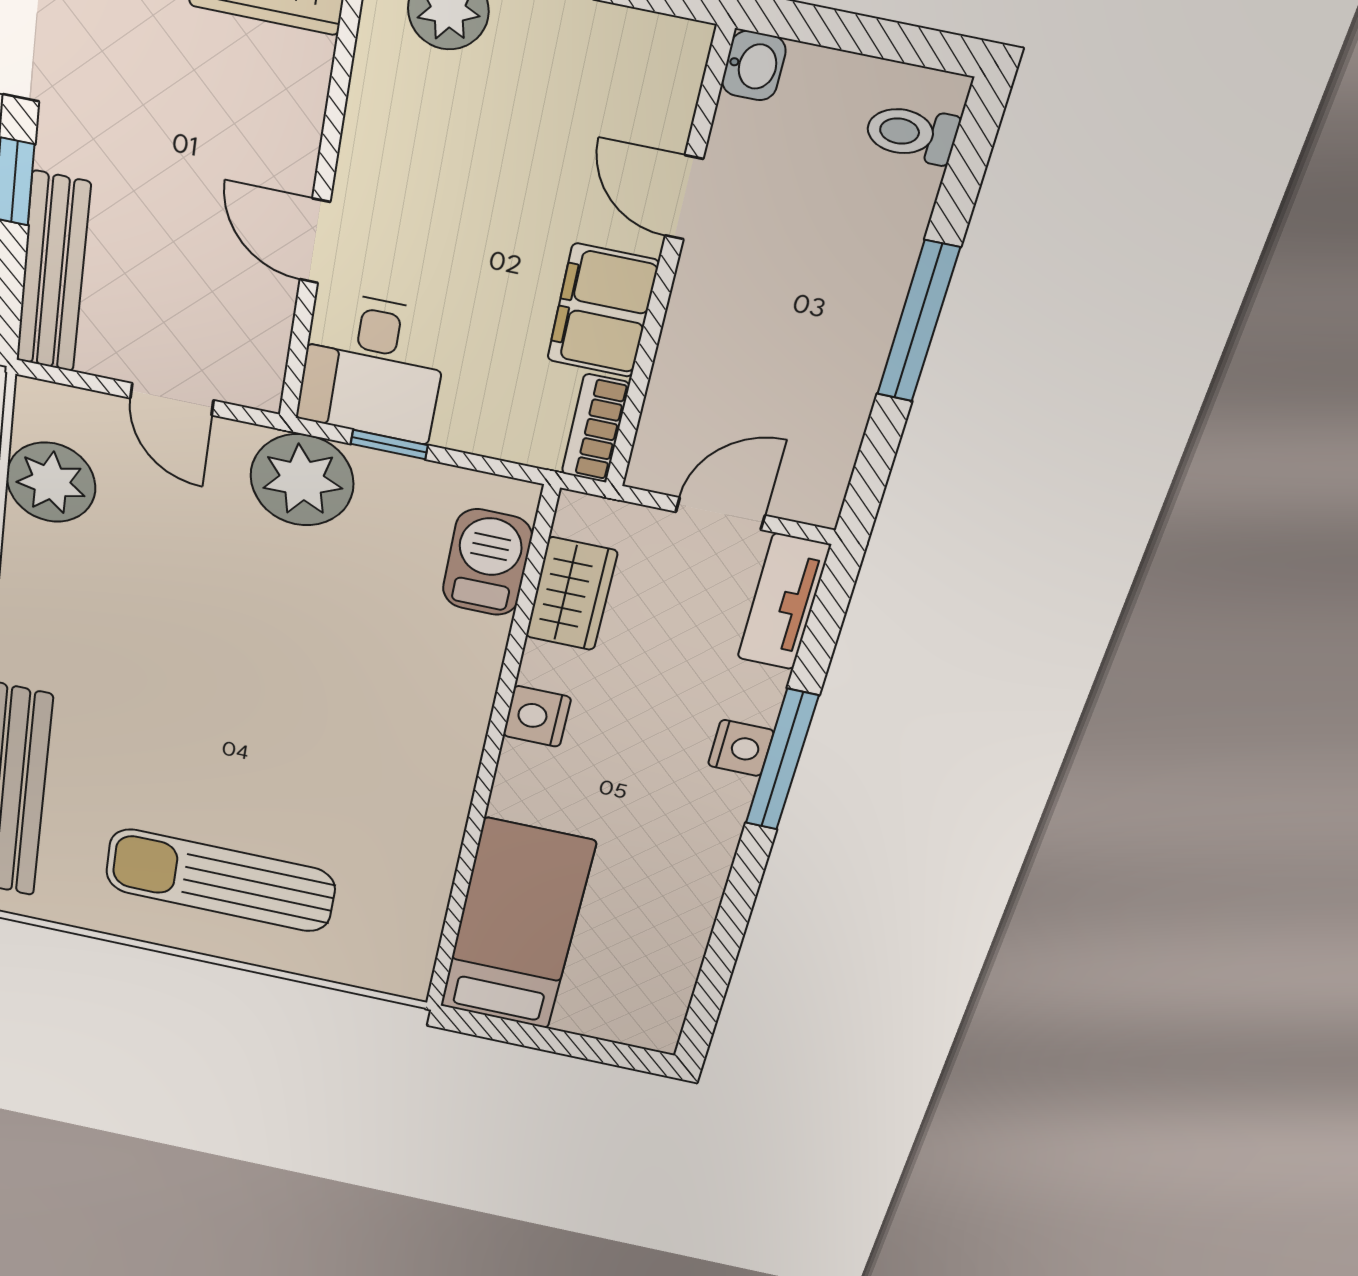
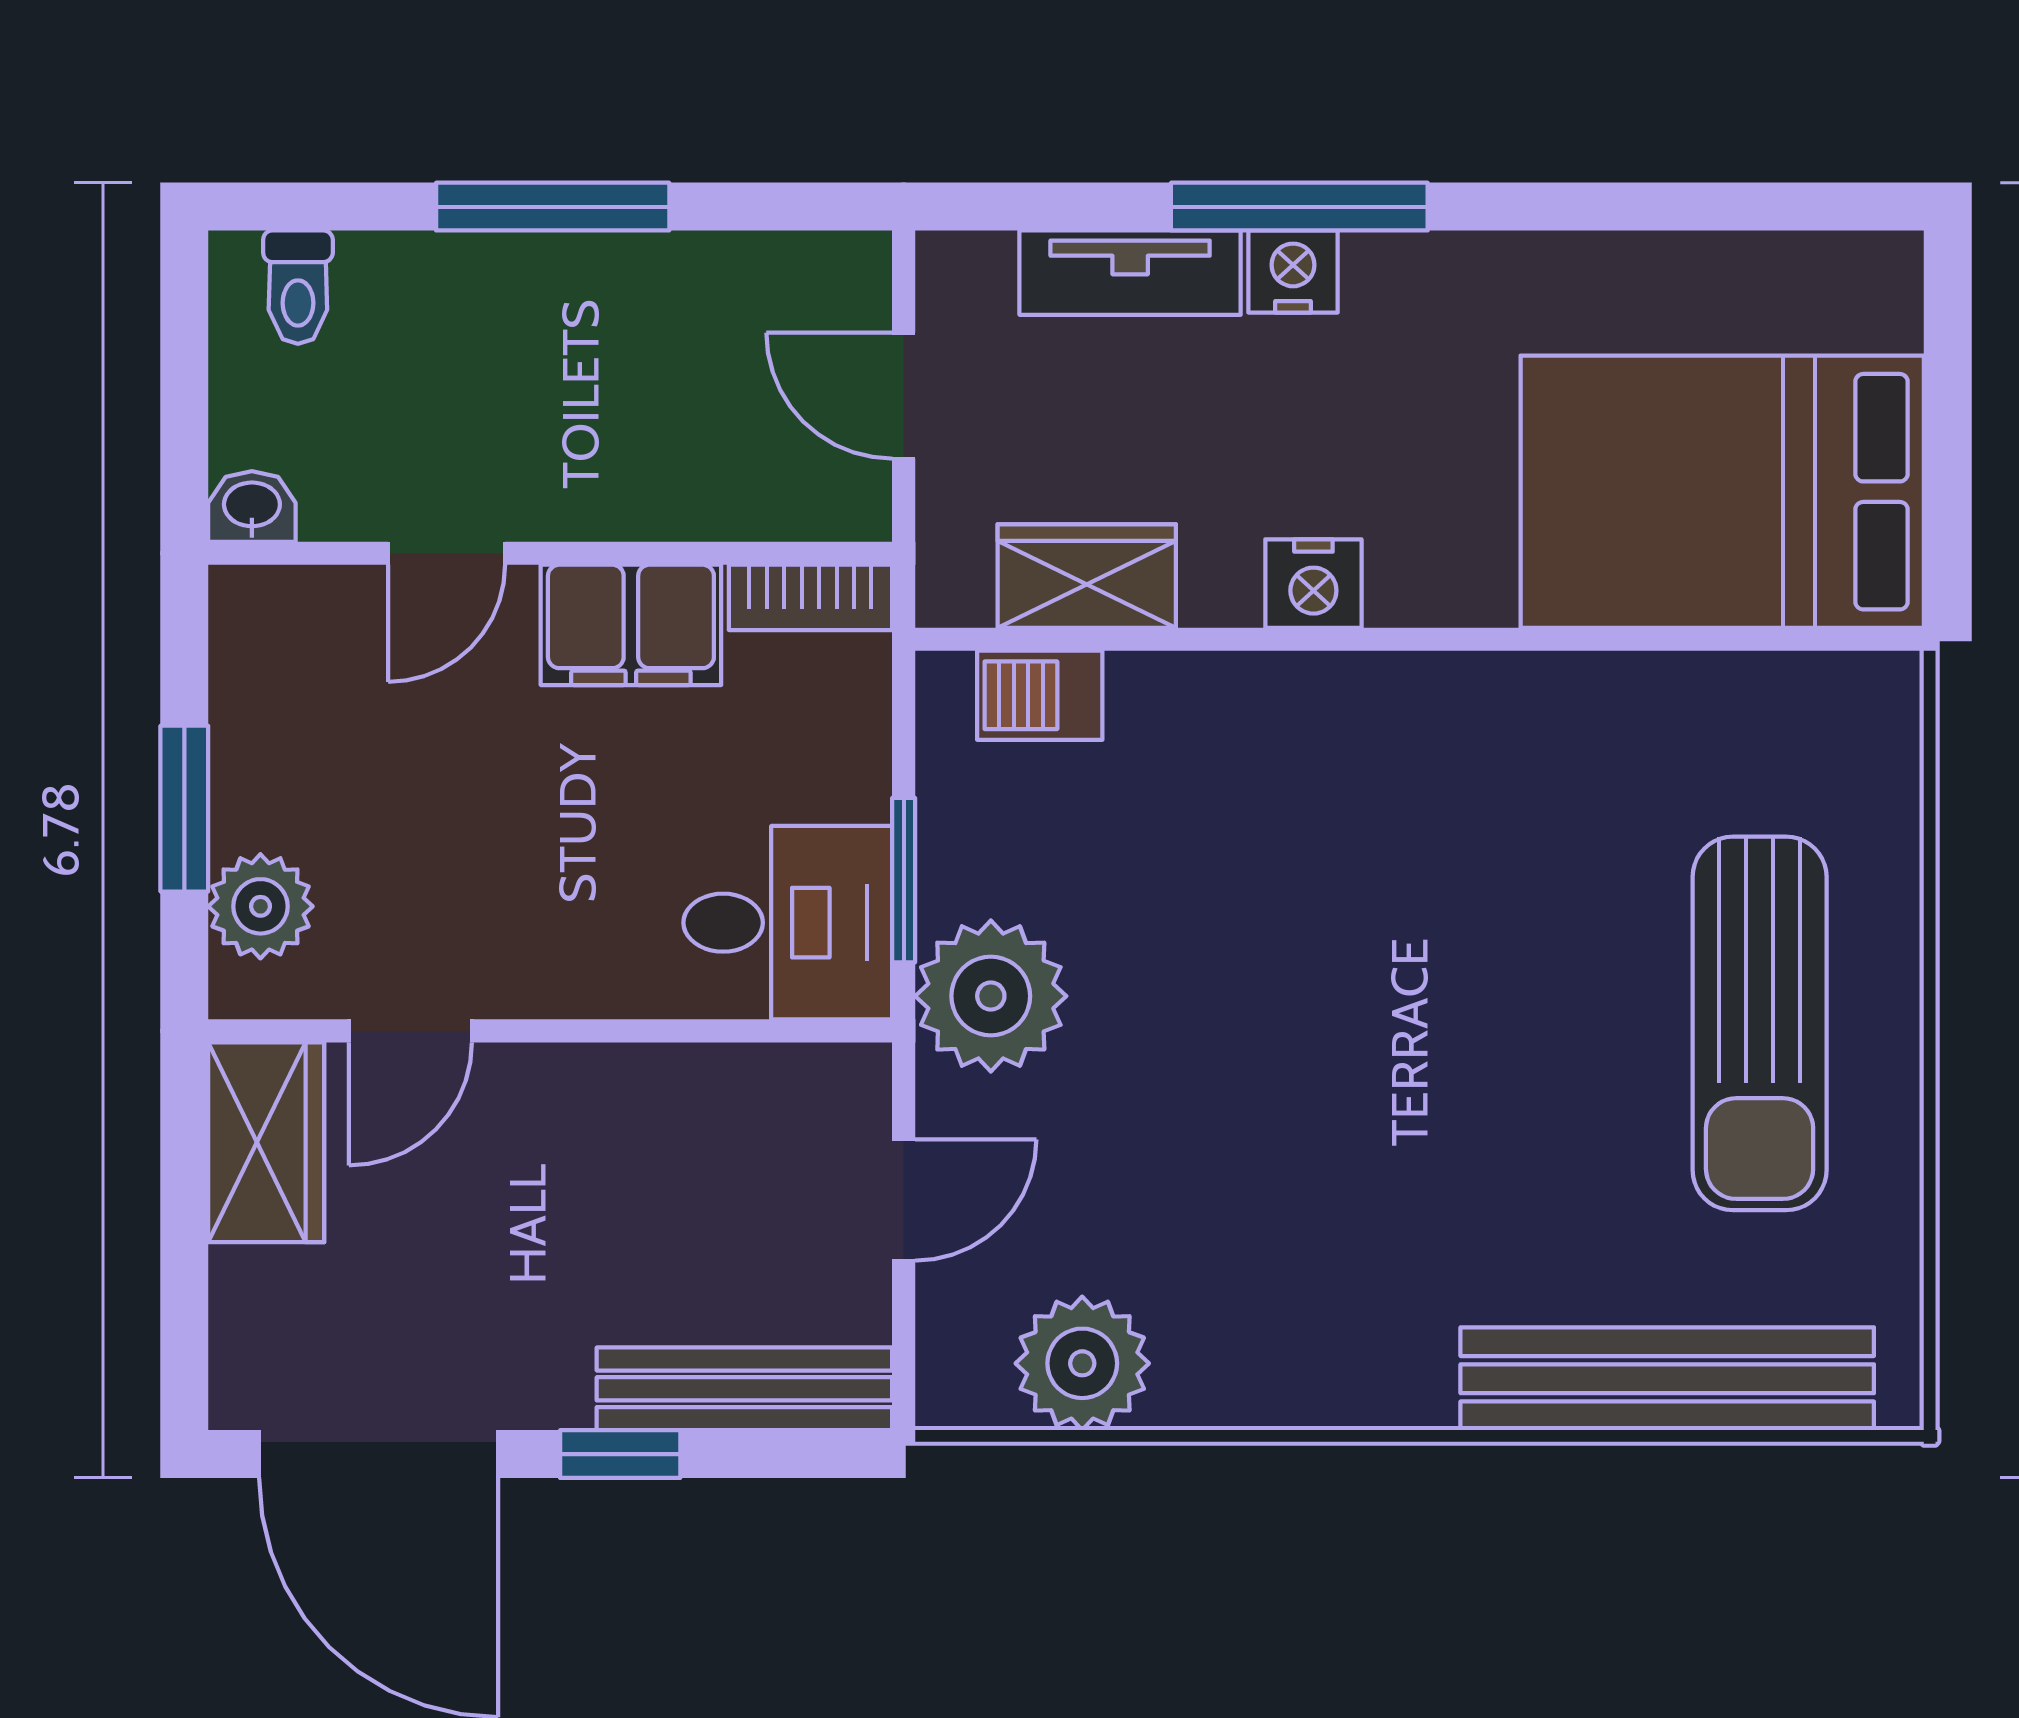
door: (315, 241) -> (410, 1031), moved
window: (389, 445) -> (904, 880), width x1.50
barbecue: (487, 562) -> (1040, 695), width x0.73, depth x0.79
tv unit: (784, 602) -> (1130, 273), moved
bed: (517, 925) -> (1722, 492), width x1.50

